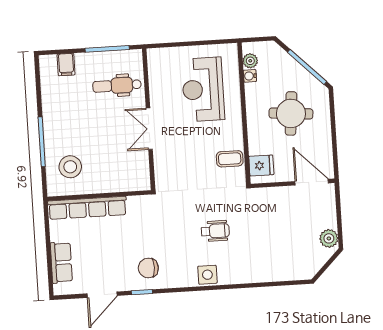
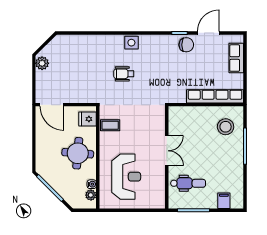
round table: (291, 113) -> (78, 153), moved
chair: (148, 268) -> (186, 45), moved

